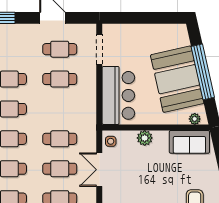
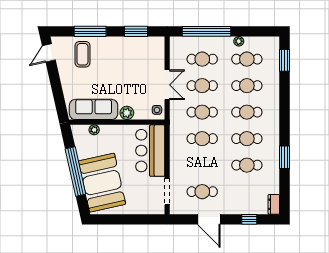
cafe table: (60, 79) -> (202, 139), moved
booth: (177, 79) -> (102, 183), moved
plant: (195, 119) -> (94, 130), moved
sofa: (189, 142) -> (94, 109), width x1.36

